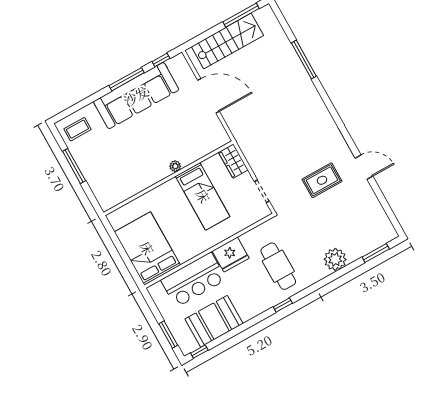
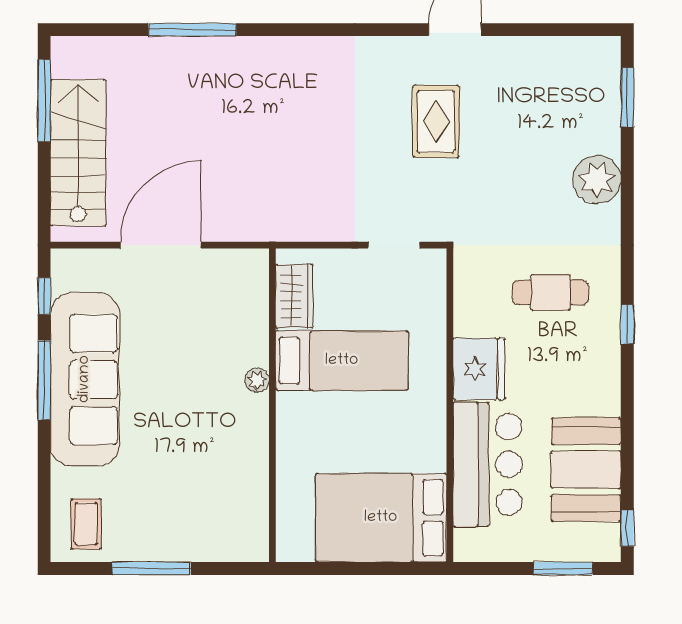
wardrobe: (233, 161) -> (294, 296), moved, turned -90
cafe table: (278, 266) -> (550, 292), width x0.73, depth x0.74

